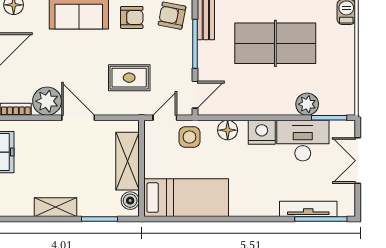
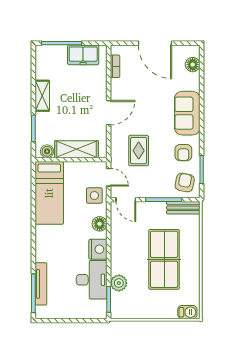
plant: (47, 101) -> (121, 89), removed
double door: (358, 161) -> (77, 321), removed

